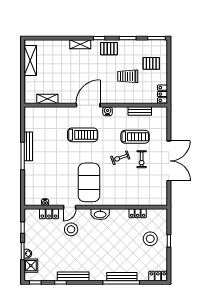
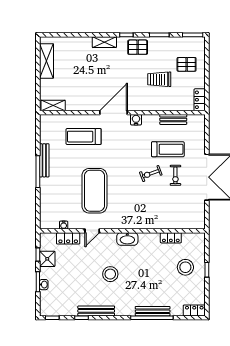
shelving: (47, 99) -> (53, 105), moved
treadmill: (83, 135) -> (84, 137), moved, turned 180
exercise mat: (89, 182) -> (94, 191), moved
stool: (71, 229) -> (110, 274), moved
shower: (31, 266) -> (47, 259), moved

